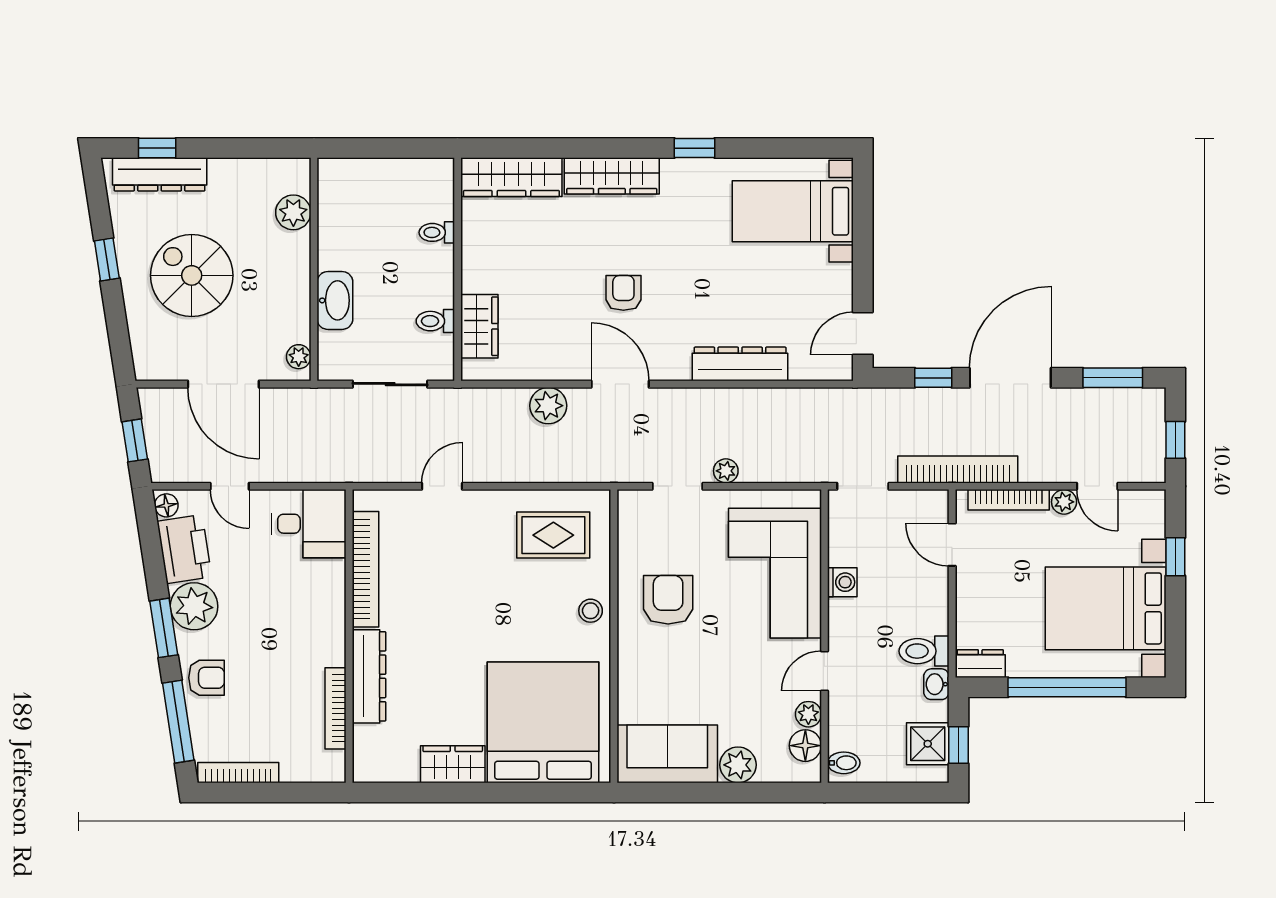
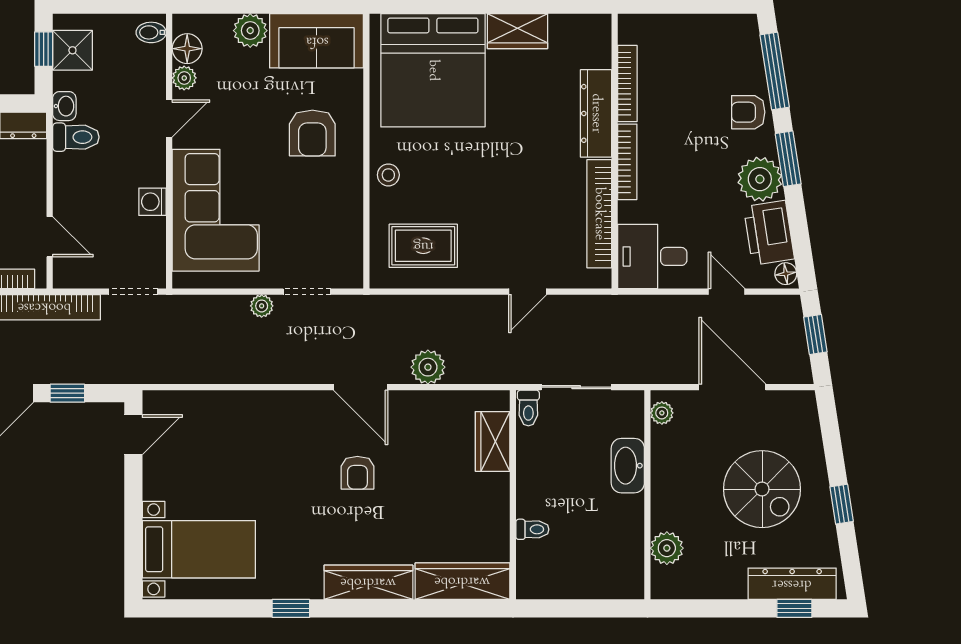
toilet: (435, 321) -> (528, 408), moved, turned 90
dresser: (740, 364) -> (248, 406), removed
armchair: (668, 600) -> (312, 133), moved
bookcase: (238, 773) -> (627, 162), moved, turned -90

